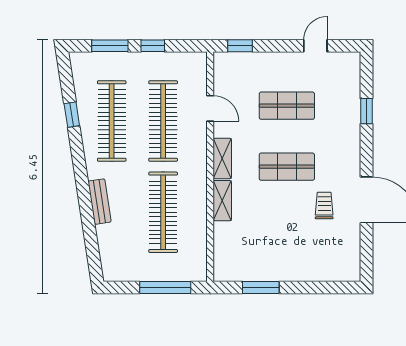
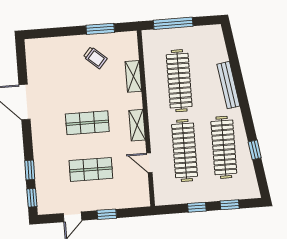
window: (110, 46) -> (230, 205), width x0.67
window: (240, 46) -> (107, 214), moved
window: (367, 75) -> (32, 198), added
shelving: (222, 201) -> (133, 76), moved
bench: (100, 202) -> (228, 85), width x1.36
trolley: (324, 206) -> (95, 58), moved, turned -49

